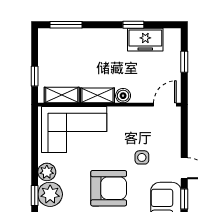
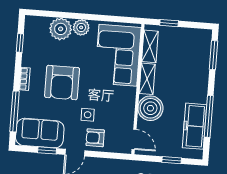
window: (133, 25) -> (209, 116), width x2.17
freezer: (145, 40) -> (194, 126), width x1.40
boiler: (123, 96) -> (150, 108), width x1.86, depth x1.86
armchair: (166, 147) -> (95, 138), added
window: (35, 195) -> (61, 15), removed

